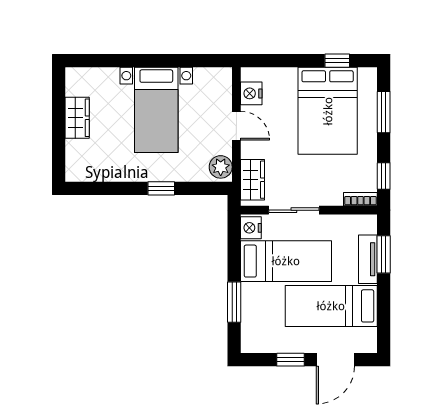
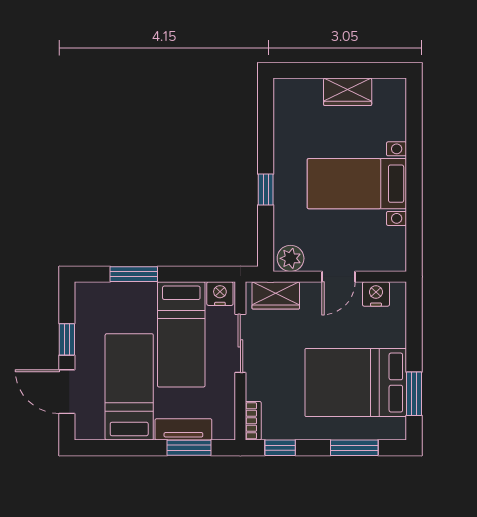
window: (337, 61) -> (414, 394), width x1.50

